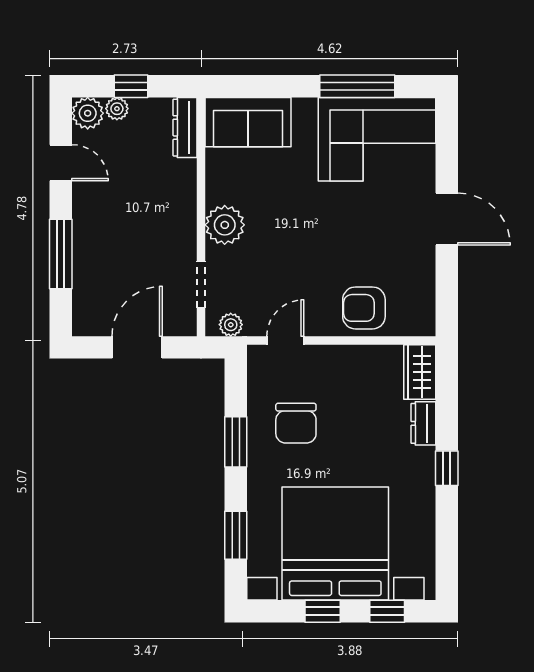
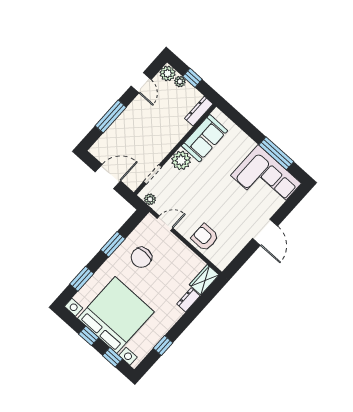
sofa: (248, 122) -> (204, 138), moved, turned -90
window: (447, 468) -> (163, 346), moved

